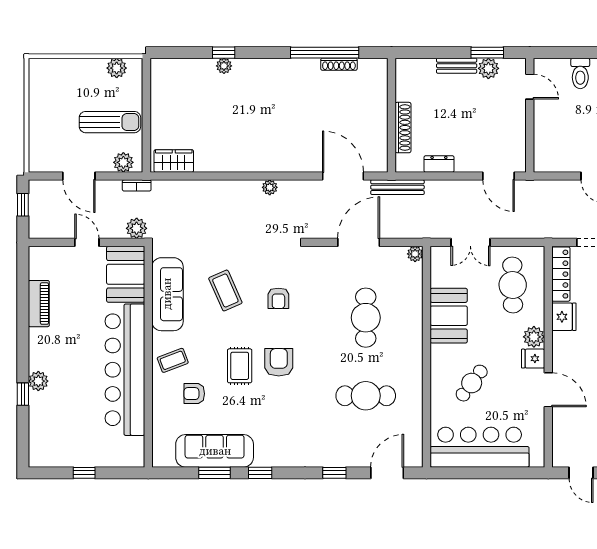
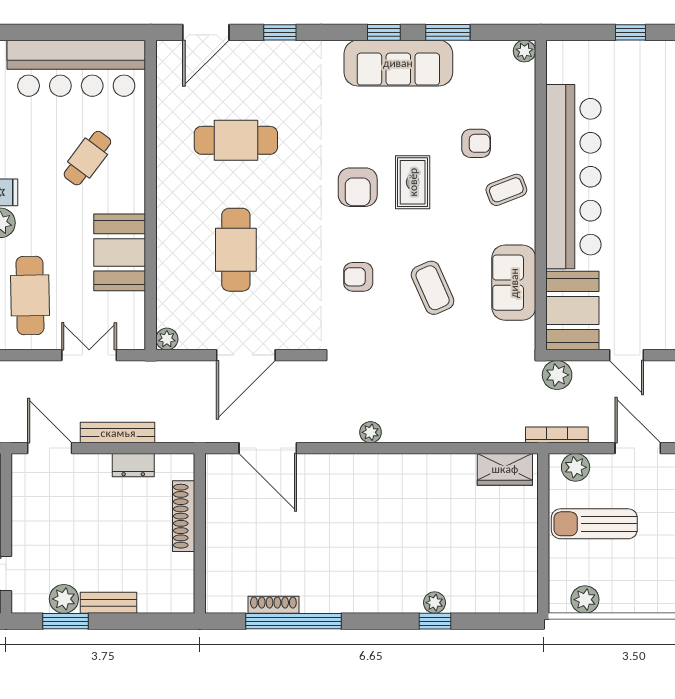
bookcase: (137, 185) -> (557, 435), width x1.56
bench: (397, 187) -> (118, 433), moved
sofa: (167, 294) -> (514, 283), width x0.73
armchair: (278, 298) -> (358, 277), turned -90
sofa: (215, 451) -> (398, 63), moved
plant: (160, 459) -> (524, 51), added

